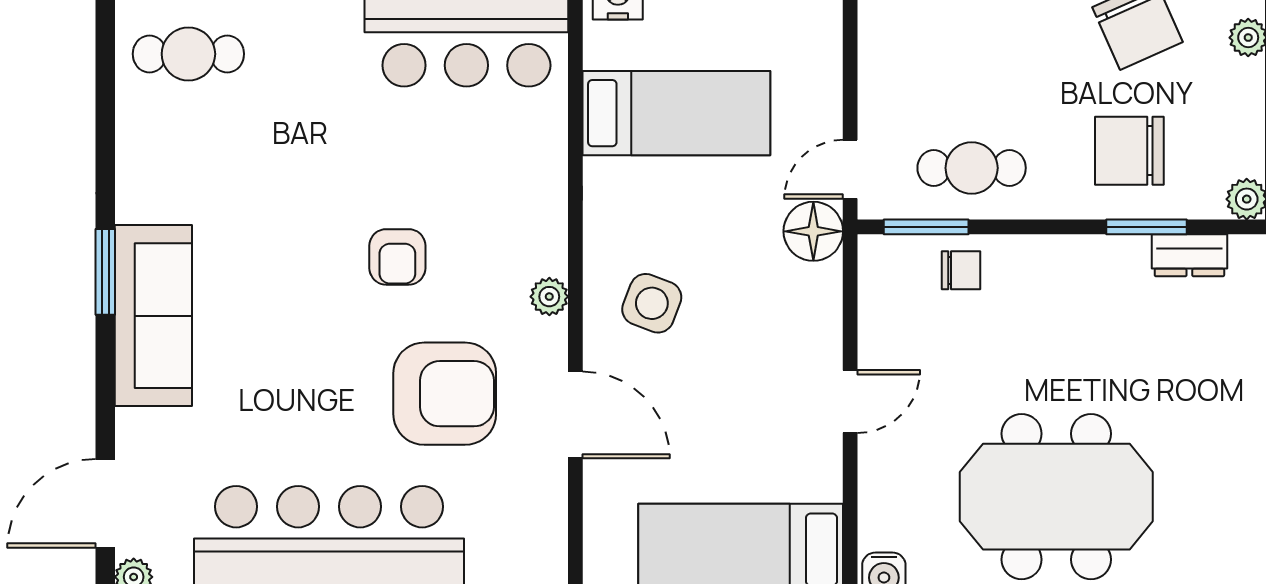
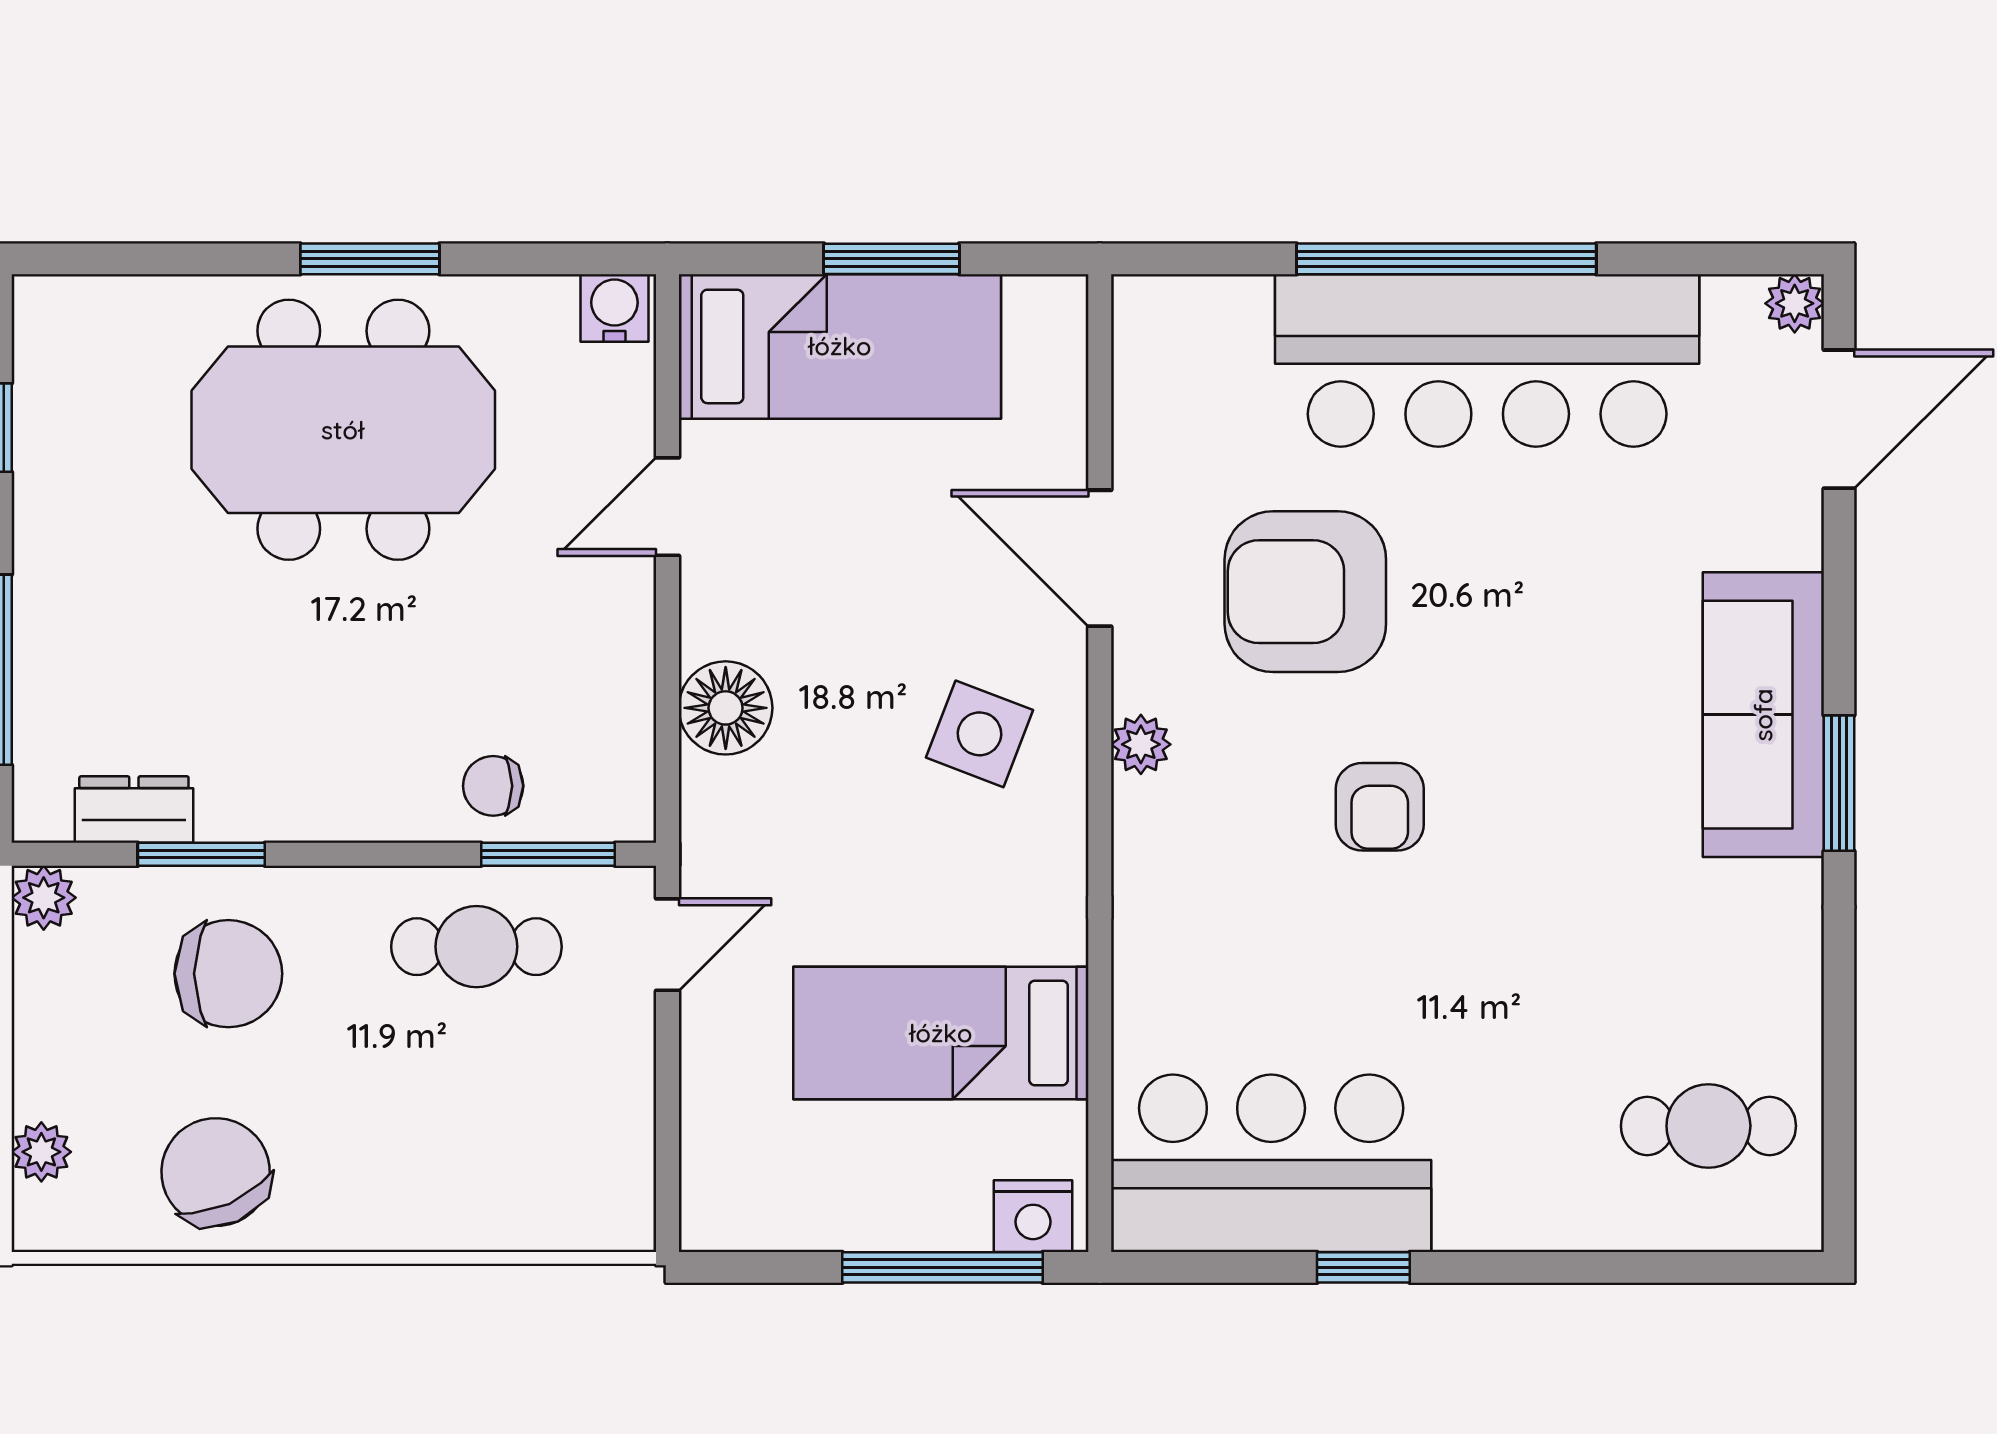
floor lamp: (813, 231) -> (726, 708), moved
armchair: (397, 257) -> (1380, 807), turned 180
door: (850, 401) -> (667, 507), moved

